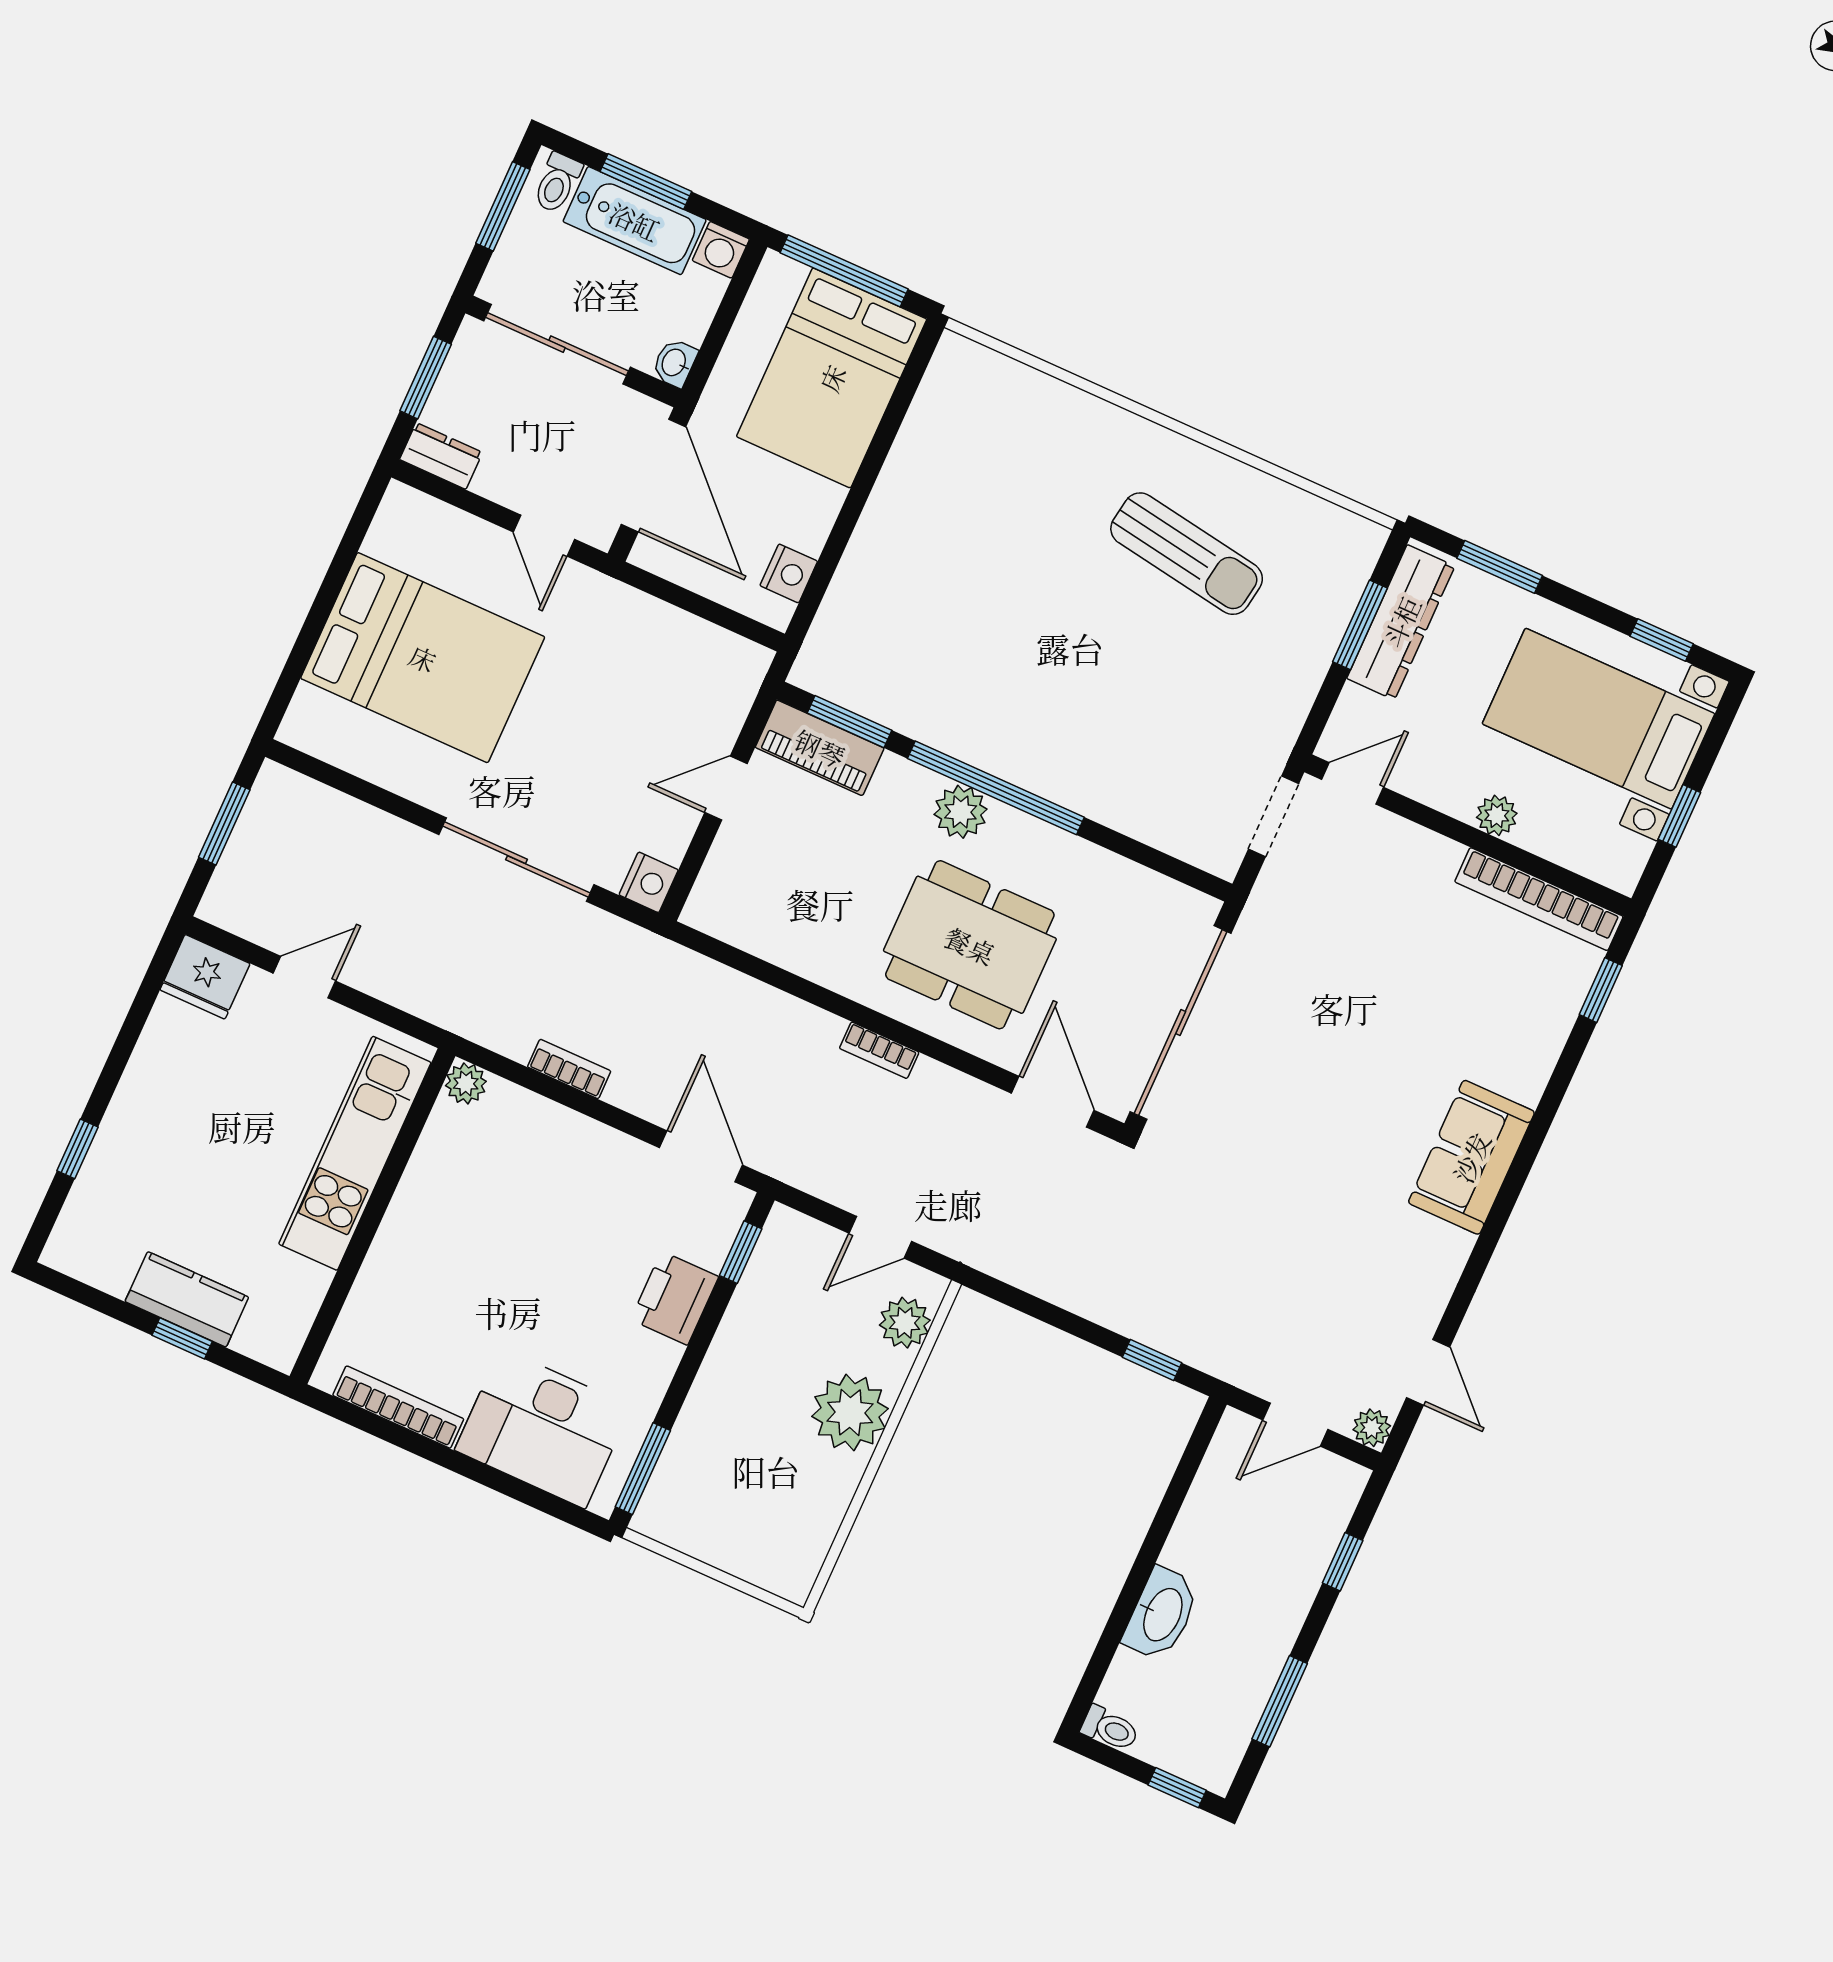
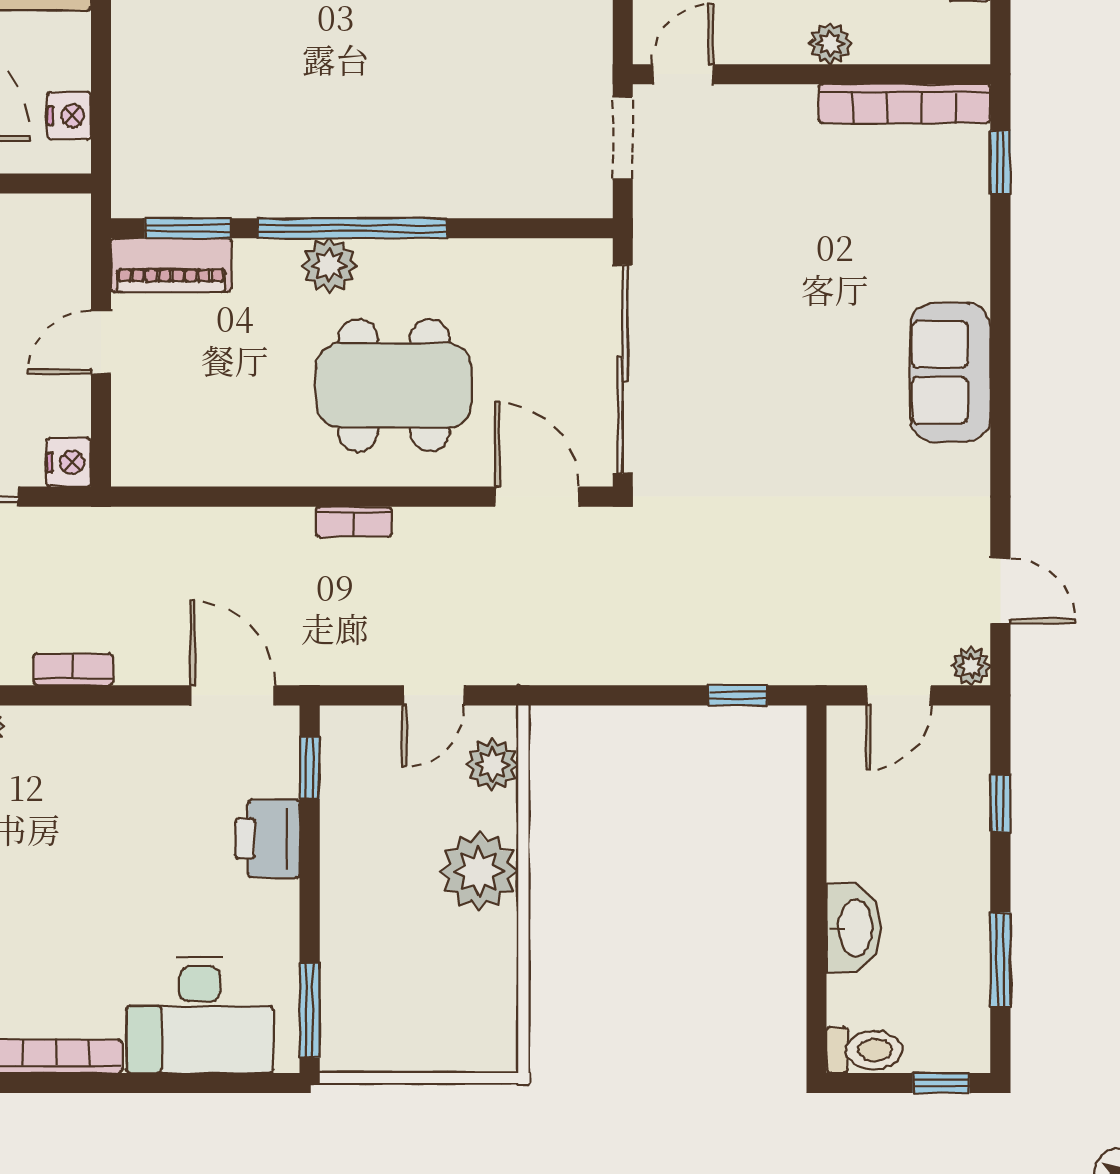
toilet: (1110, 1729) -> (864, 1050), width x1.37, depth x1.39

